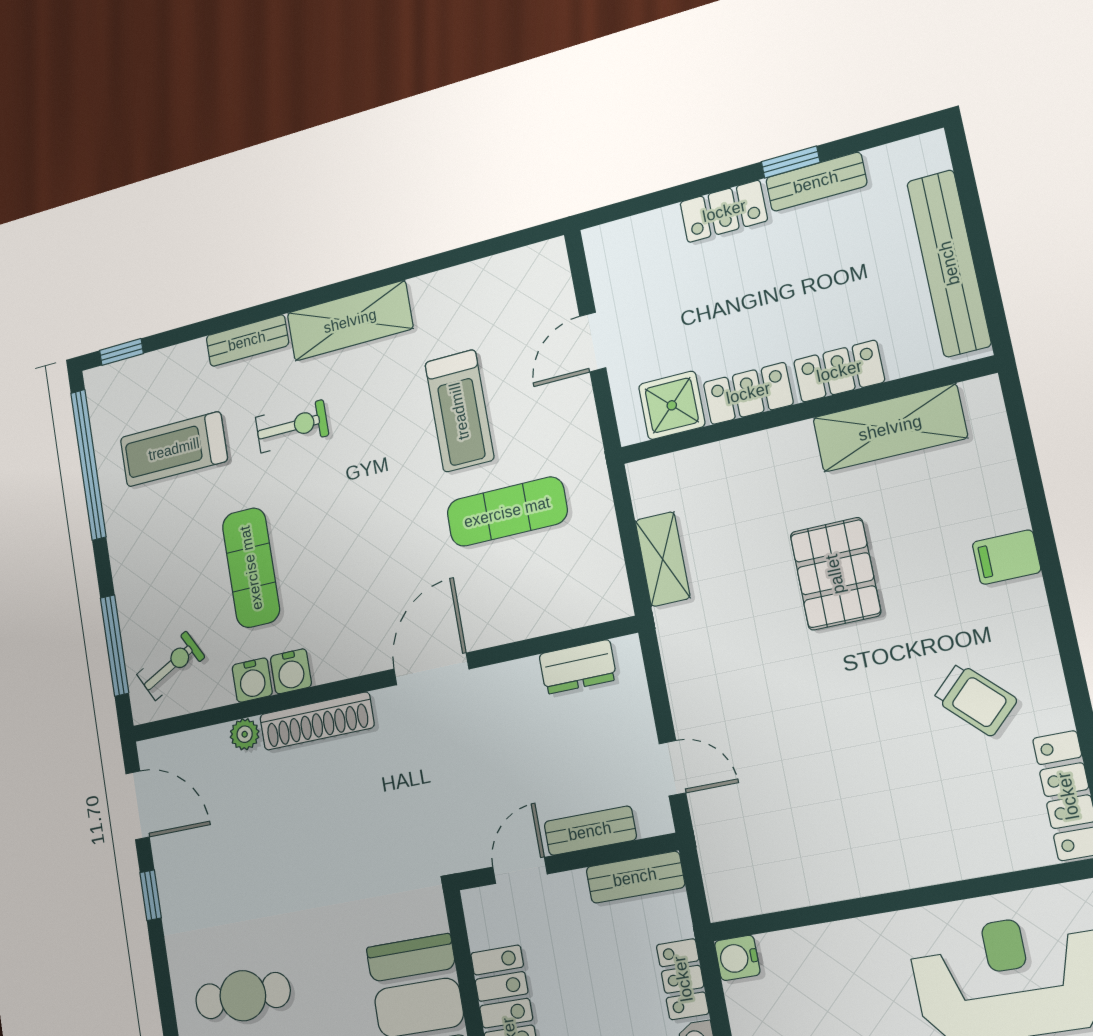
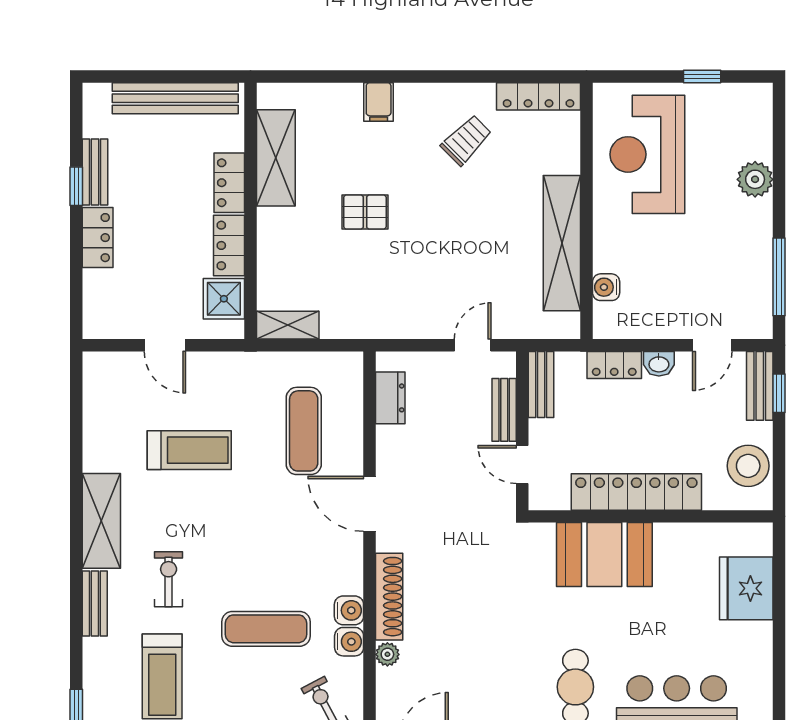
exercise mat: (507, 512) -> (304, 431), moved
shelving: (663, 559) -> (288, 325), moved
pallet: (835, 574) -> (365, 212), width x0.67, depth x0.71
shelving: (847, 871) -> (562, 243), added
water cooler: (737, 958) -> (606, 287), moved, turned 90

